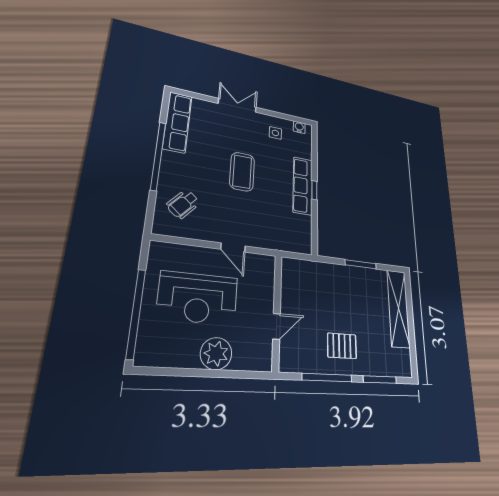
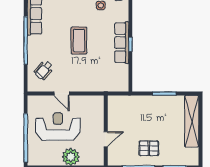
door: (233, 248) -> (61, 94), moved
reception desk: (198, 298) -> (58, 127), turned 180

